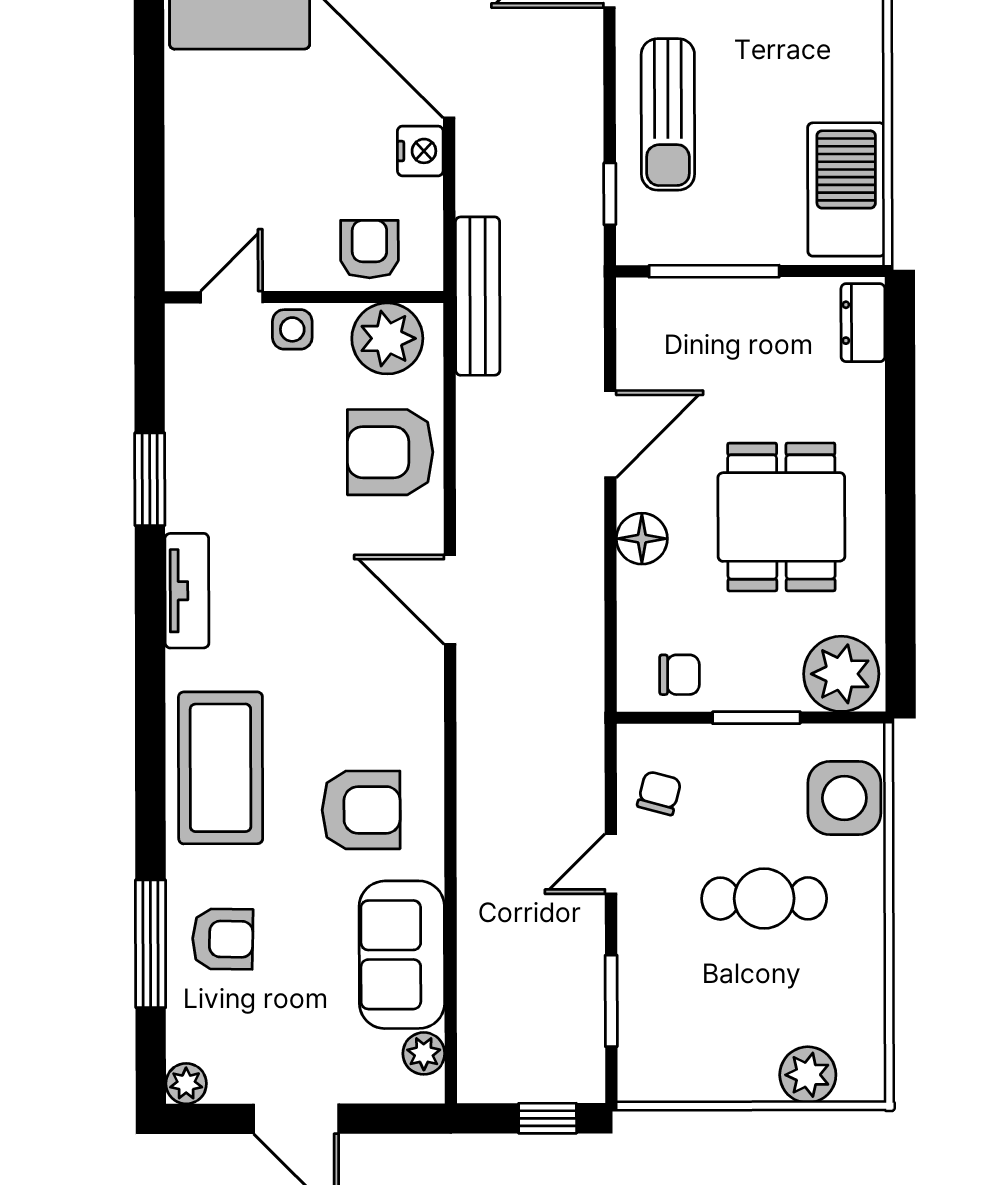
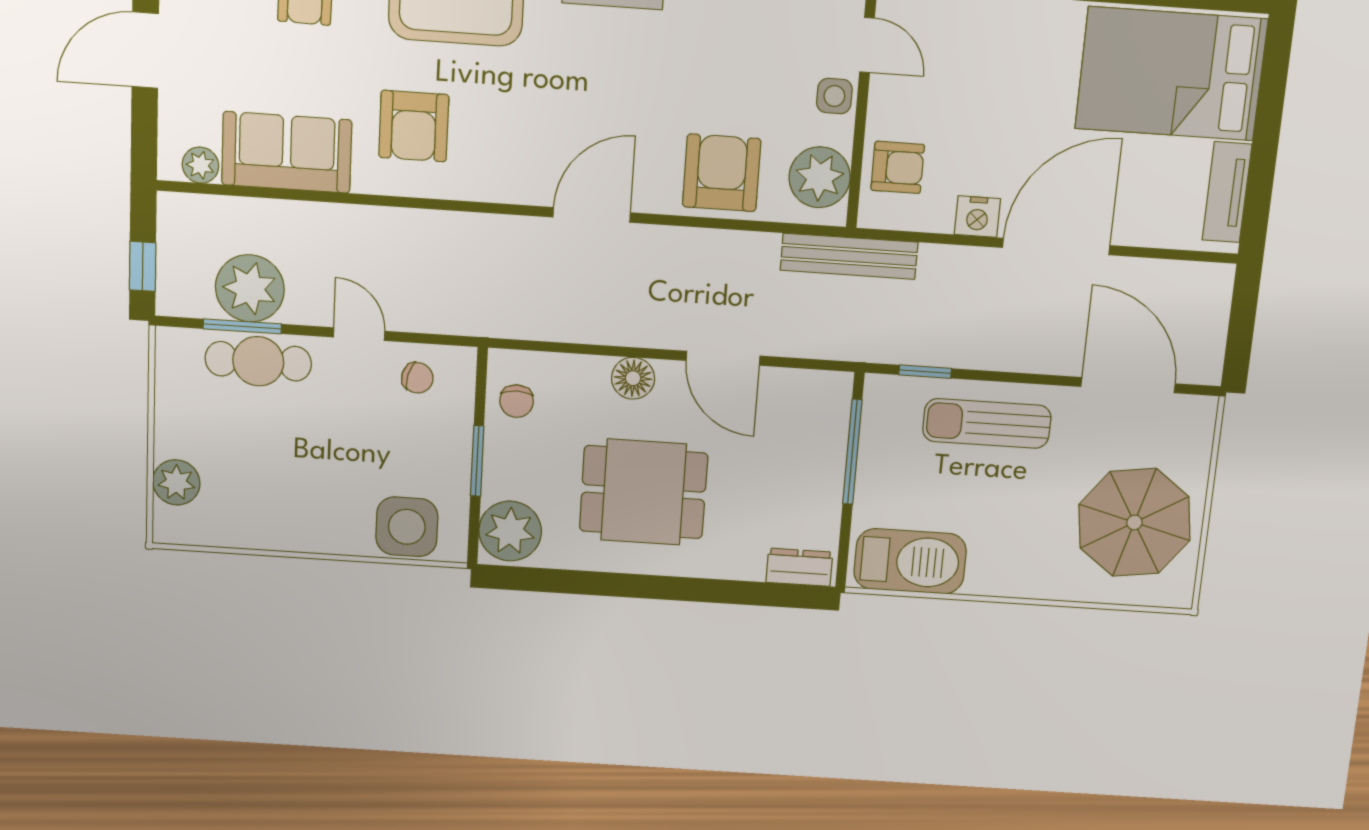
cafe table: (764, 898) -> (258, 361), moved, turned 90
plant: (565, 993) -> (250, 288), added

